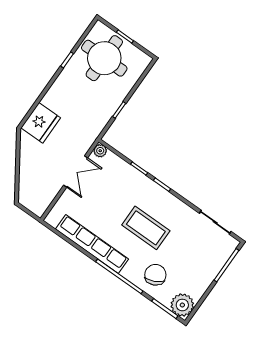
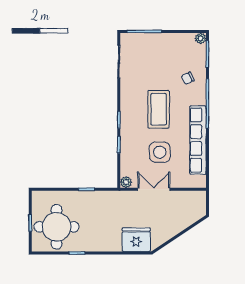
side table: (106, 201) -> (160, 152), added
chair: (155, 275) -> (188, 78), width x0.54, depth x0.54
plant: (182, 305) -> (201, 38), width x0.53, depth x0.53

